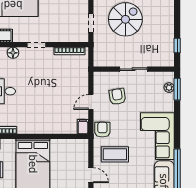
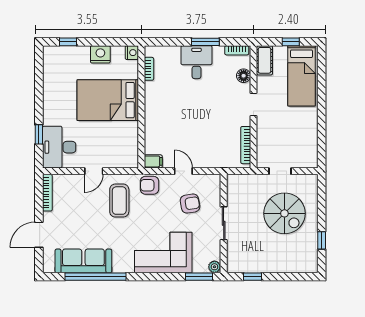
plant: (169, 88) -> (214, 267), moved
armchair: (102, 130) -> (149, 185), turned 180
corner sofa: (157, 136) -> (163, 252), moved

